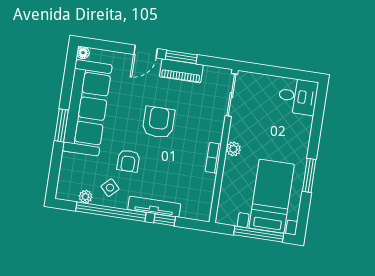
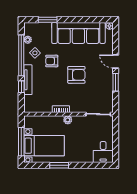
piano: (181, 71) -> (108, 83), removed
window: (61, 125) -> (48, 20), moved

